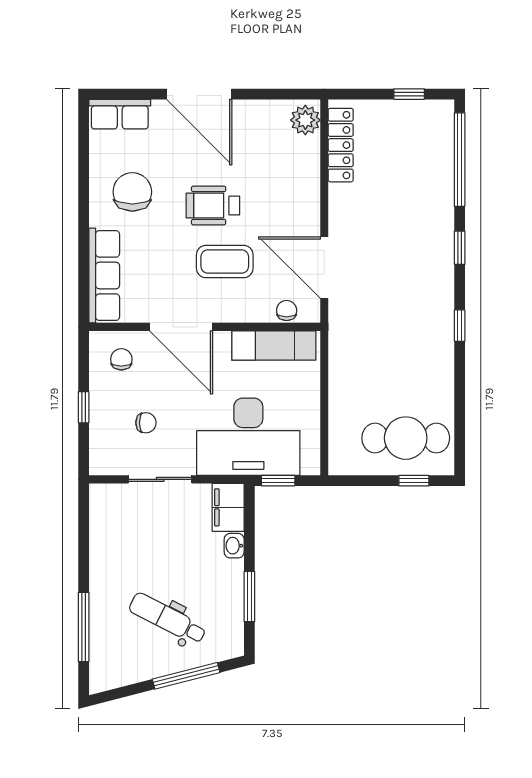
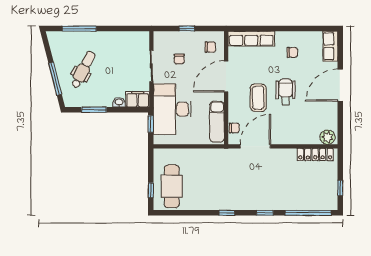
chair: (132, 192) -> (292, 52), width x0.54, depth x0.54

